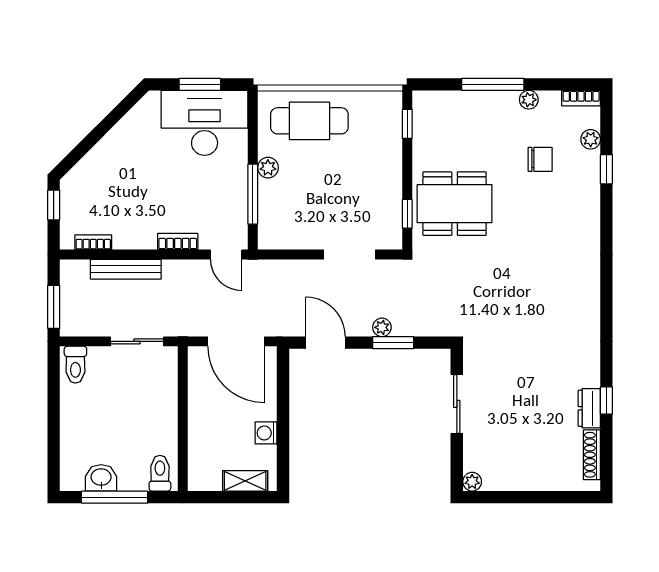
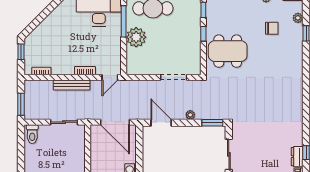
plant: (268, 168) -> (136, 37), width x1.87, depth x1.87
window: (253, 194) -> (124, 21), moved
window: (407, 214) -> (203, 34), moved
door: (226, 254) -> (110, 77), hinge flipped
bench: (126, 269) -> (72, 85), moved
window: (393, 343) -> (212, 123), moved

